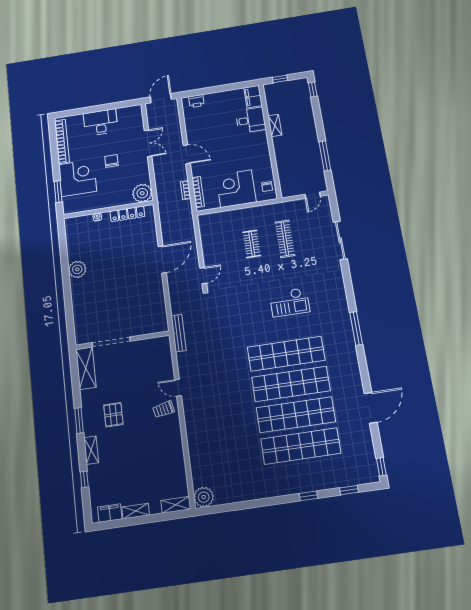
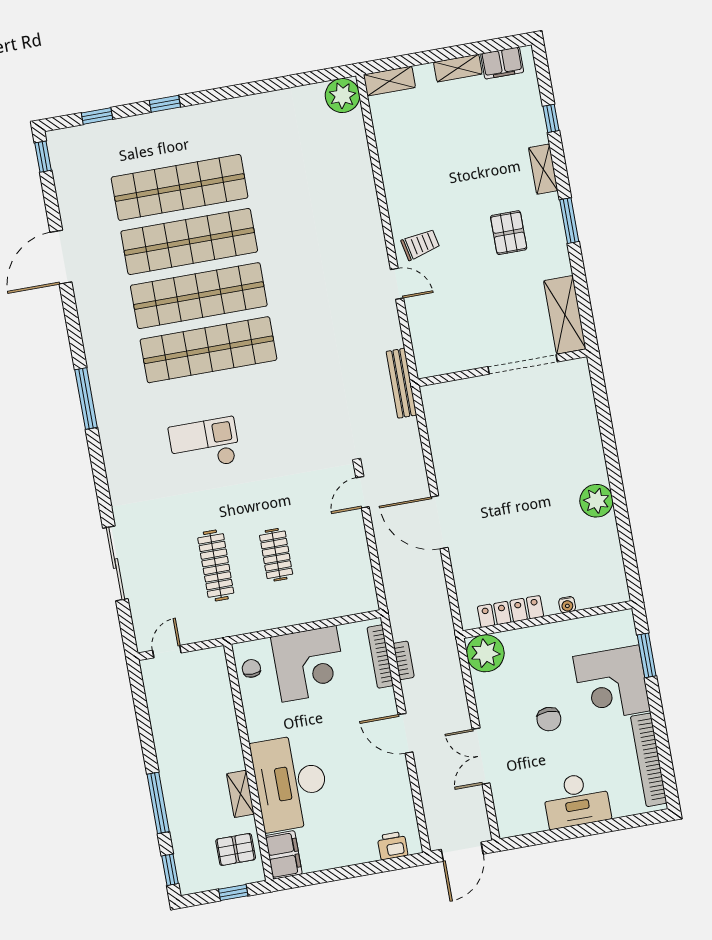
pallet: (278, 99) -> (236, 849), added
desk: (251, 120) -> (291, 783), width x1.87, depth x1.30
window: (325, 156) -> (158, 803), moved
door: (162, 259) -> (439, 522), hinge flipped

